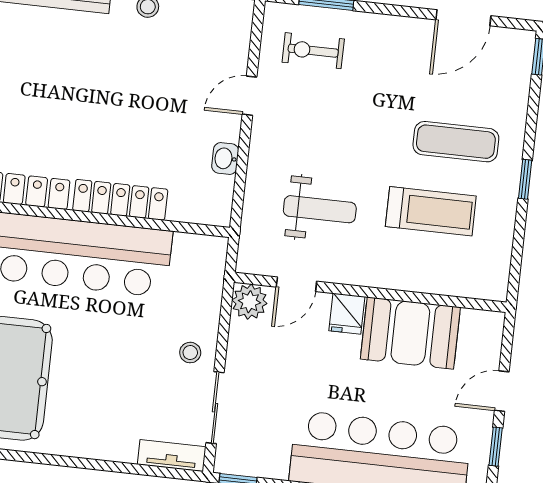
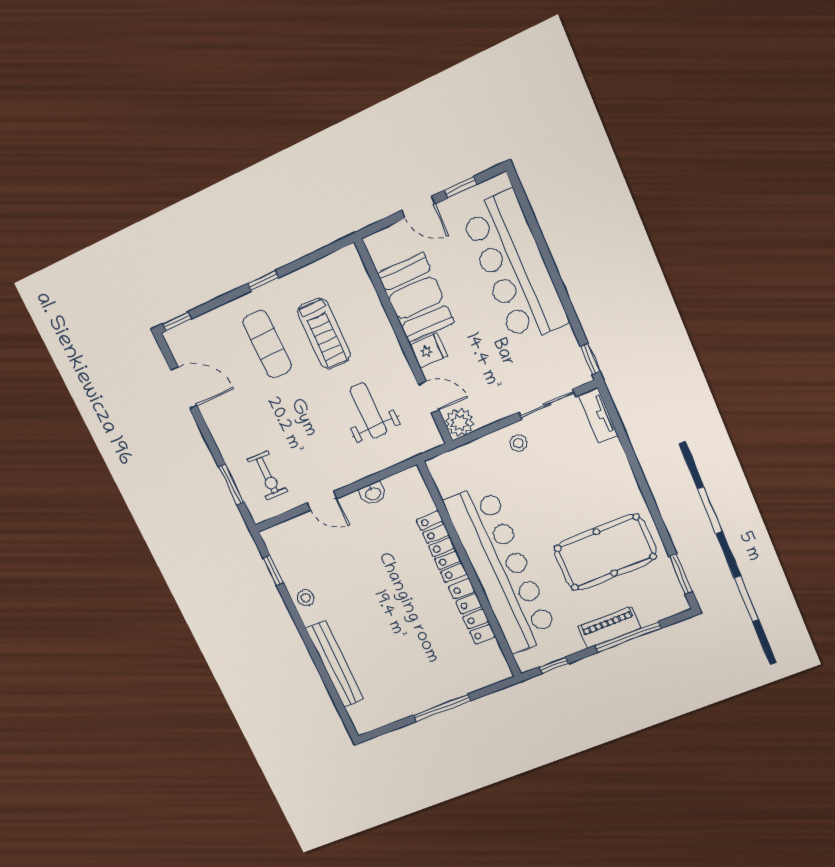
treadmill: (431, 211) -> (324, 334), turned 180

